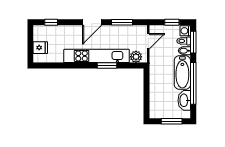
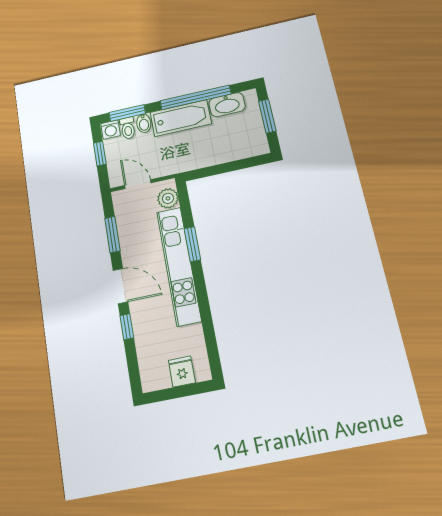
window: (51, 22) -> (127, 327), moved

